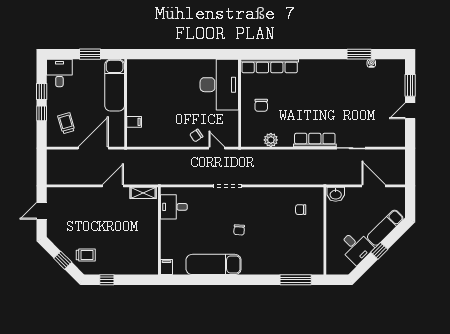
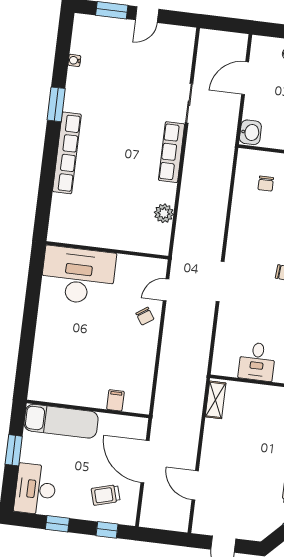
window: (359, 54) -> (56, 104), moved
row of seats: (270, 66) -> (67, 153), moved
desk: (59, 73) -> (35, 489), width x1.37
chair: (261, 105) -> (114, 221), removed
door: (410, 111) -> (147, 15), hinge flipped
window: (42, 113) -> (107, 530), moved
door: (113, 186) -> (195, 485), moved
desk: (174, 207) -> (257, 361), moved

